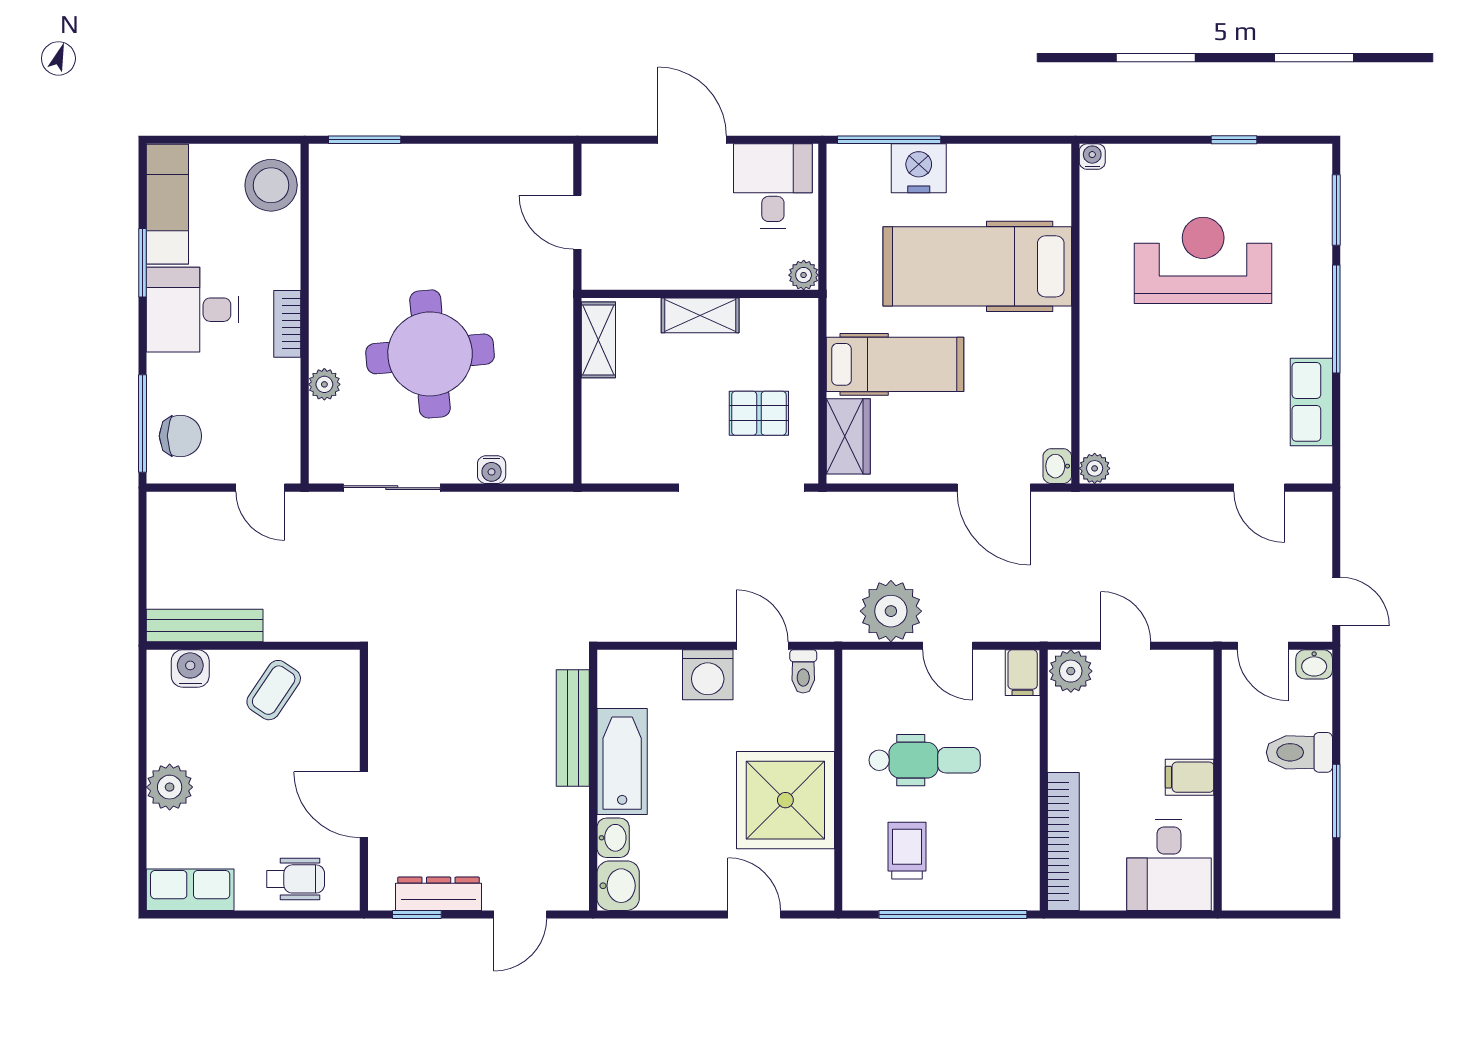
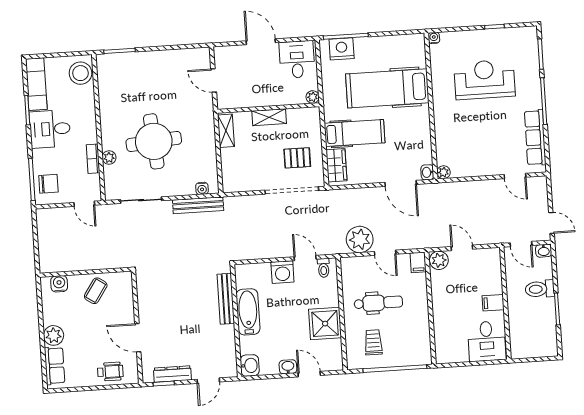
nightstand: (919, 168) -> (342, 49), moved
bookcase: (287, 324) -> (93, 159), moved
row of seats: (1311, 402) -> (535, 138), width x1.48
water cooler: (492, 470) -> (202, 188), moved
bench: (205, 625) -> (198, 205), moved
shower: (785, 800) -> (325, 324), width x0.73, depth x0.73
washbasin: (613, 838) -> (288, 367), moved, turned -90
bookcase: (1063, 841) -> (440, 334), removed
row of seats: (190, 890) -> (55, 366), moved, turned 90

